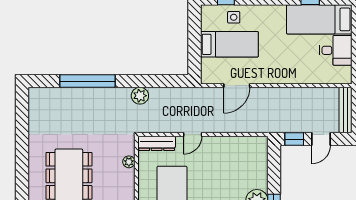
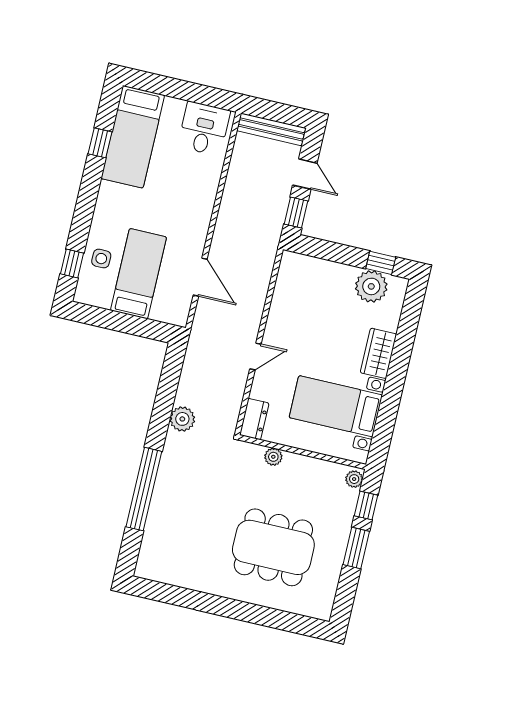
desk: (336, 50) -> (204, 129), moved
door: (193, 135) -> (255, 357), hinge flipped
dresser: (157, 143) -> (254, 419), width x0.70

